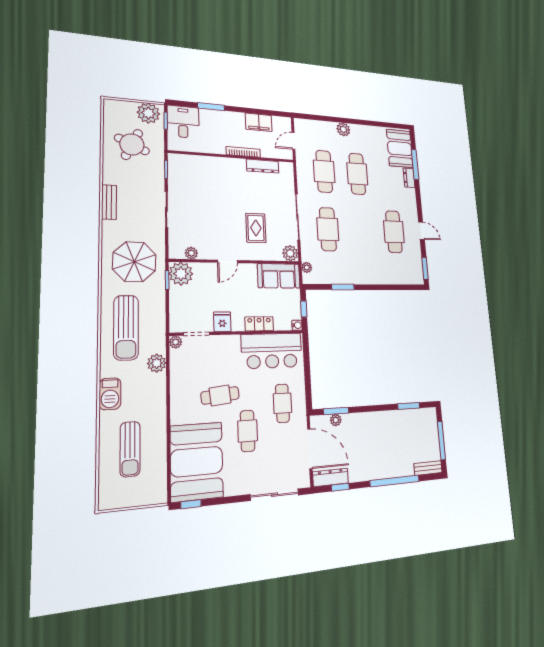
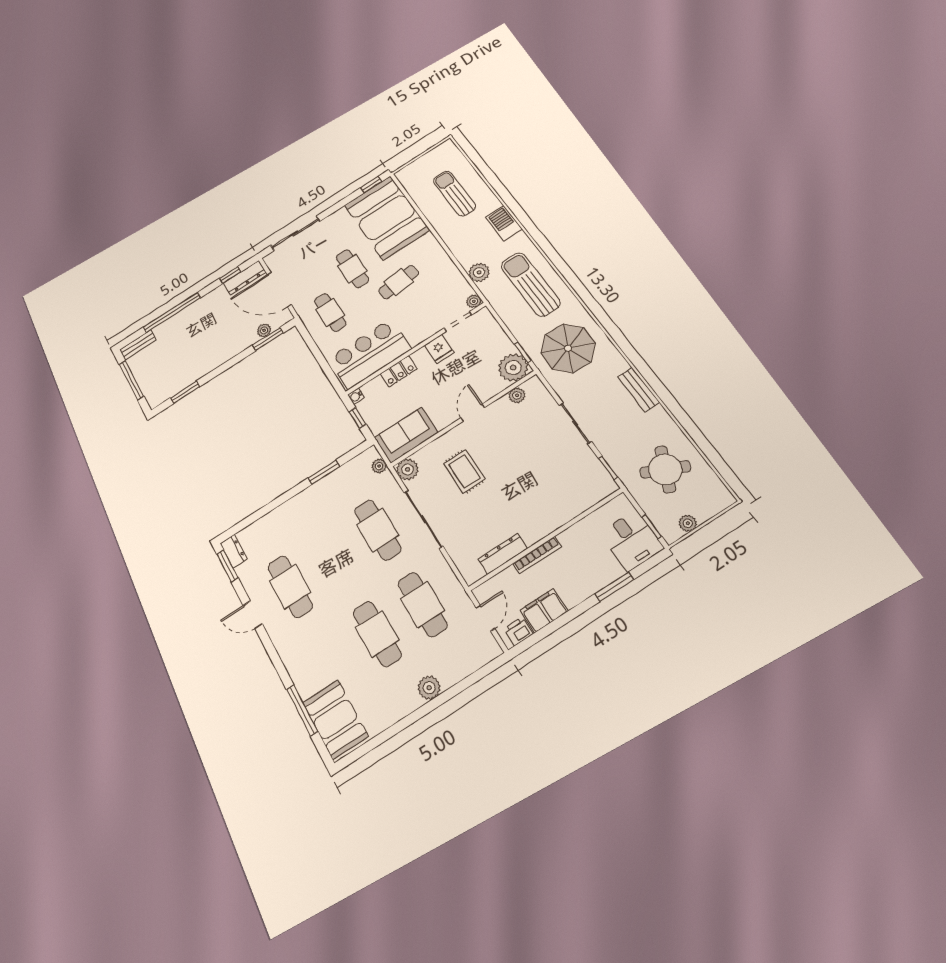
plant: (148, 113) -> (688, 523), width x0.53, depth x0.53
printer: (279, 122) -> (518, 631), added
dresser: (409, 178) -> (234, 551), moved

